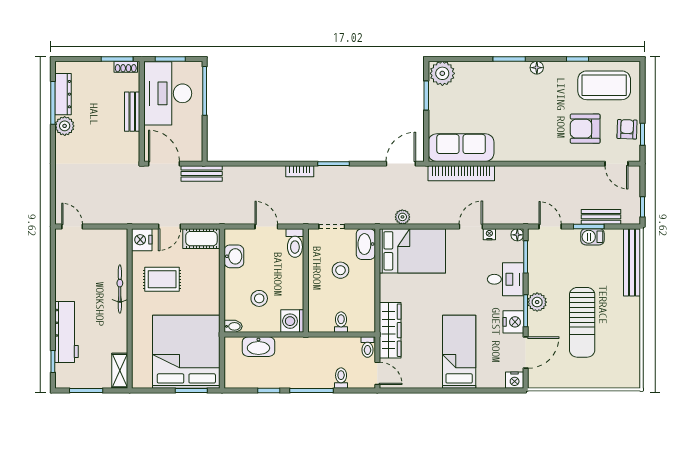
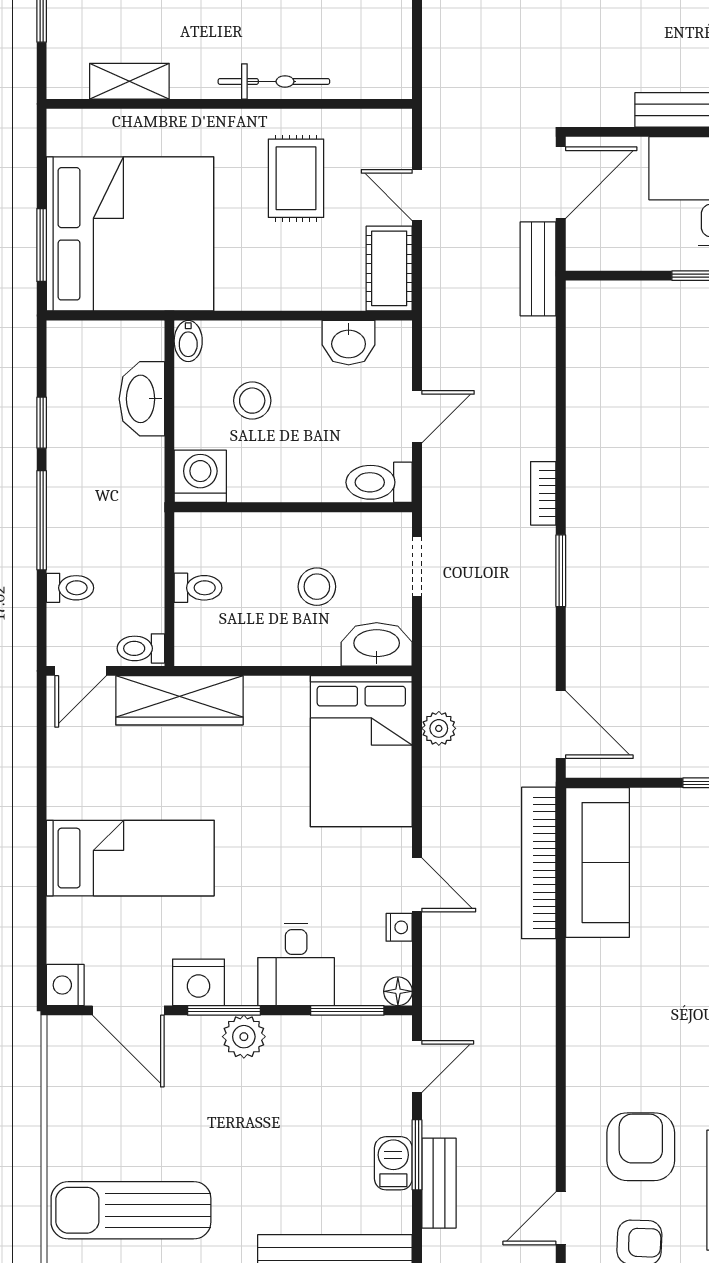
nightstand: (142, 240) -> (387, 132), removed
sun lounger: (582, 322) -> (131, 1210), moved
shelving: (120, 371) -> (129, 81), moved

